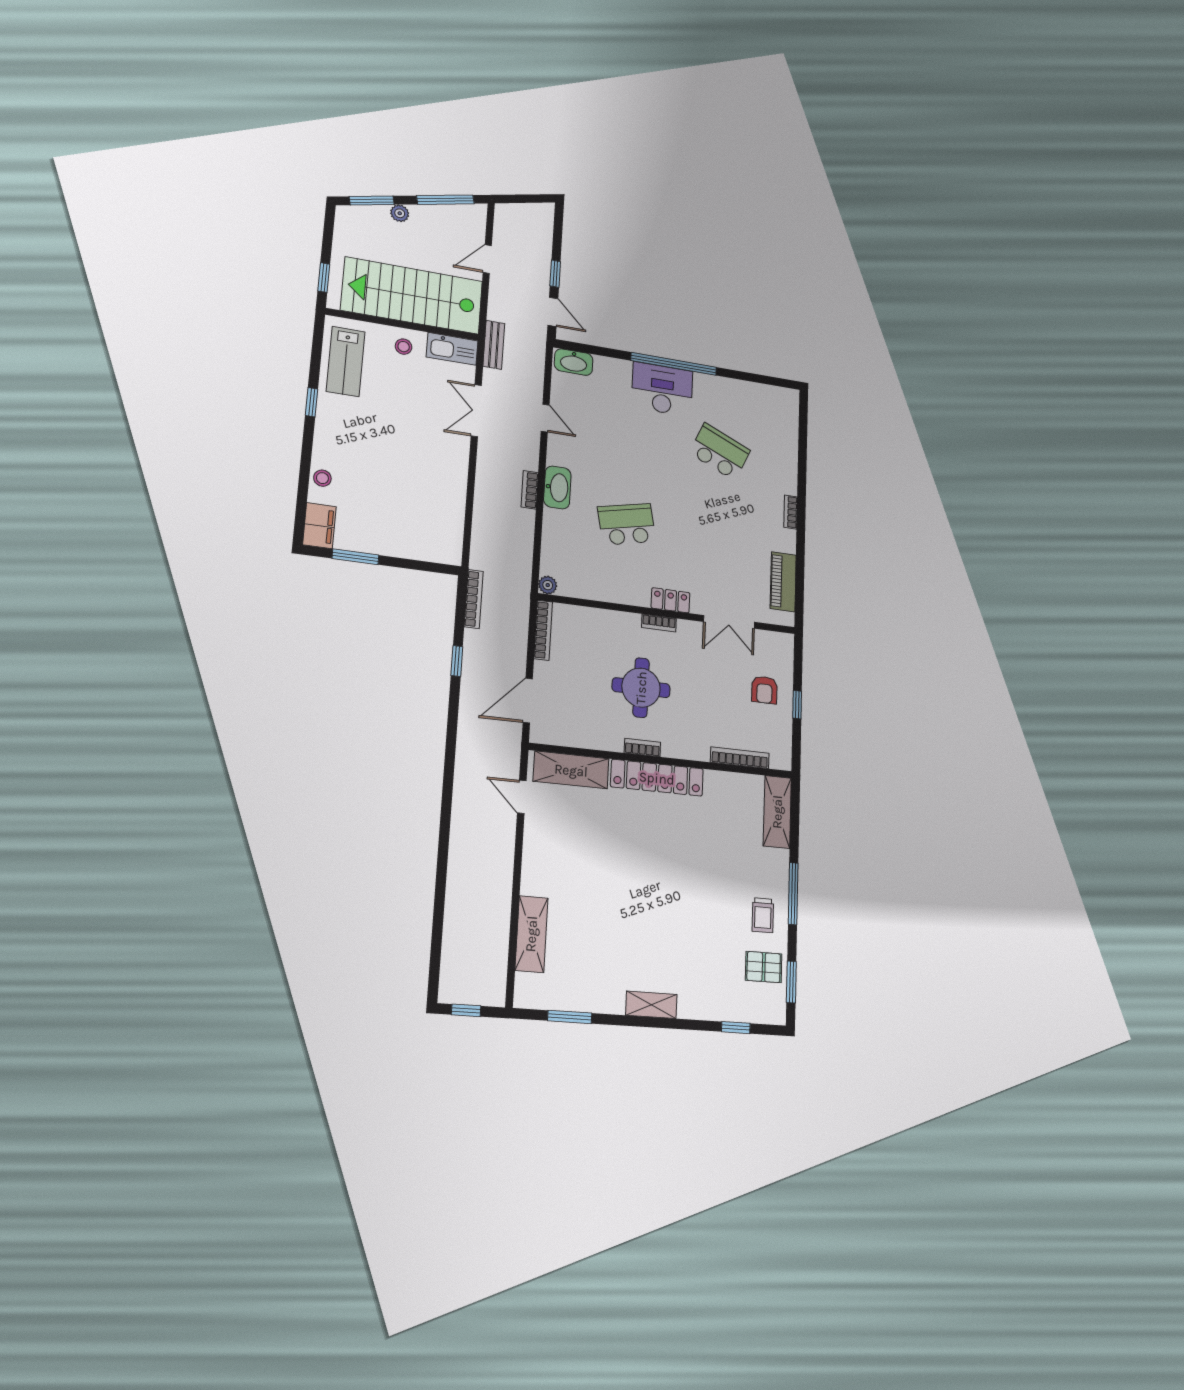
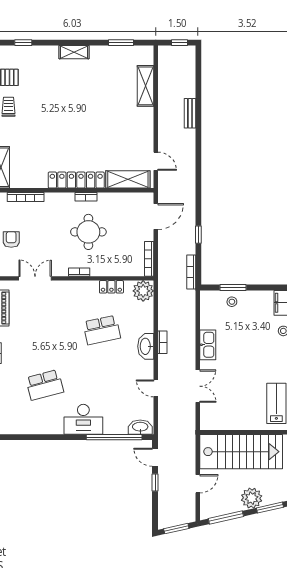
window: (526, 199) -> (176, 529), added
plant: (400, 213) -> (252, 498), width x1.88, depth x1.88
bench: (494, 345) -> (190, 113), moved
stool: (404, 347) -> (232, 302), moved
kitchen sink: (452, 349) -> (208, 345), moved, turned 90
window: (674, 364) -> (114, 437), moved
school desk: (720, 452) -> (45, 385), turned -39
window: (355, 557) -> (233, 287), moved
plant: (548, 585) -> (143, 291), width x1.87, depth x1.87
locker: (670, 600) -> (111, 287), moved

